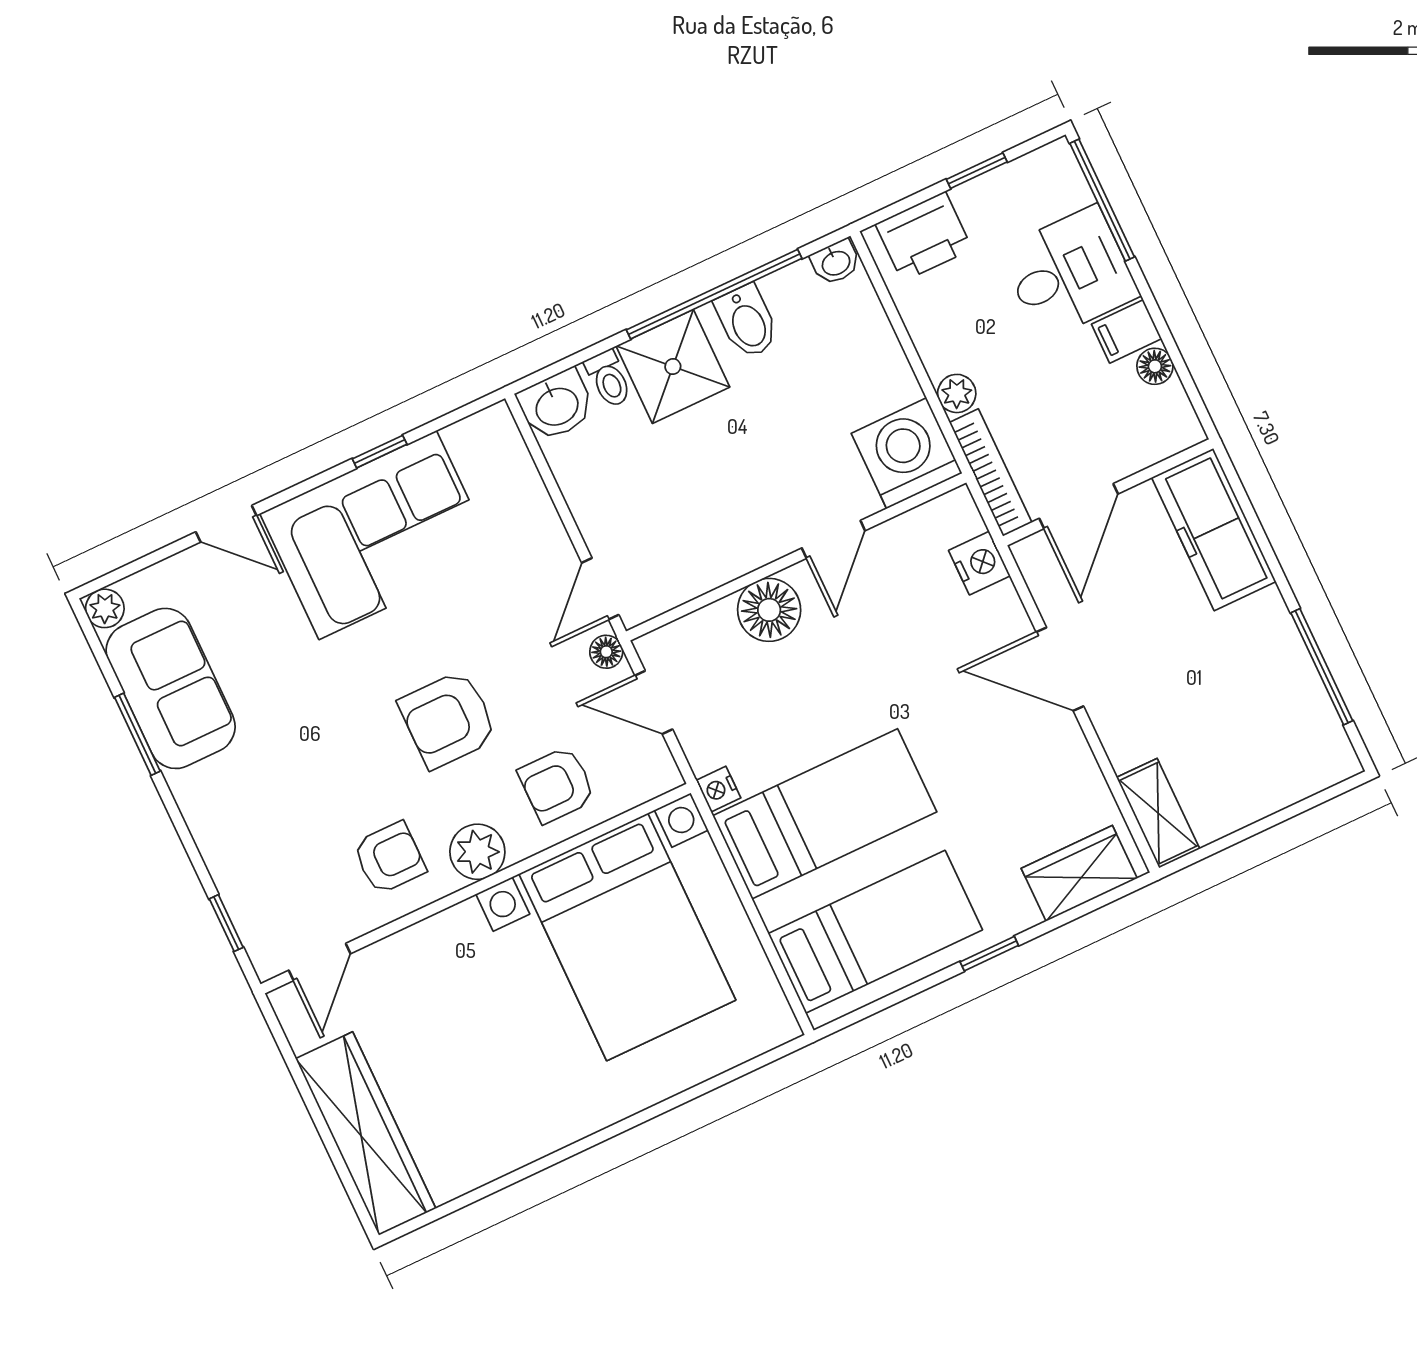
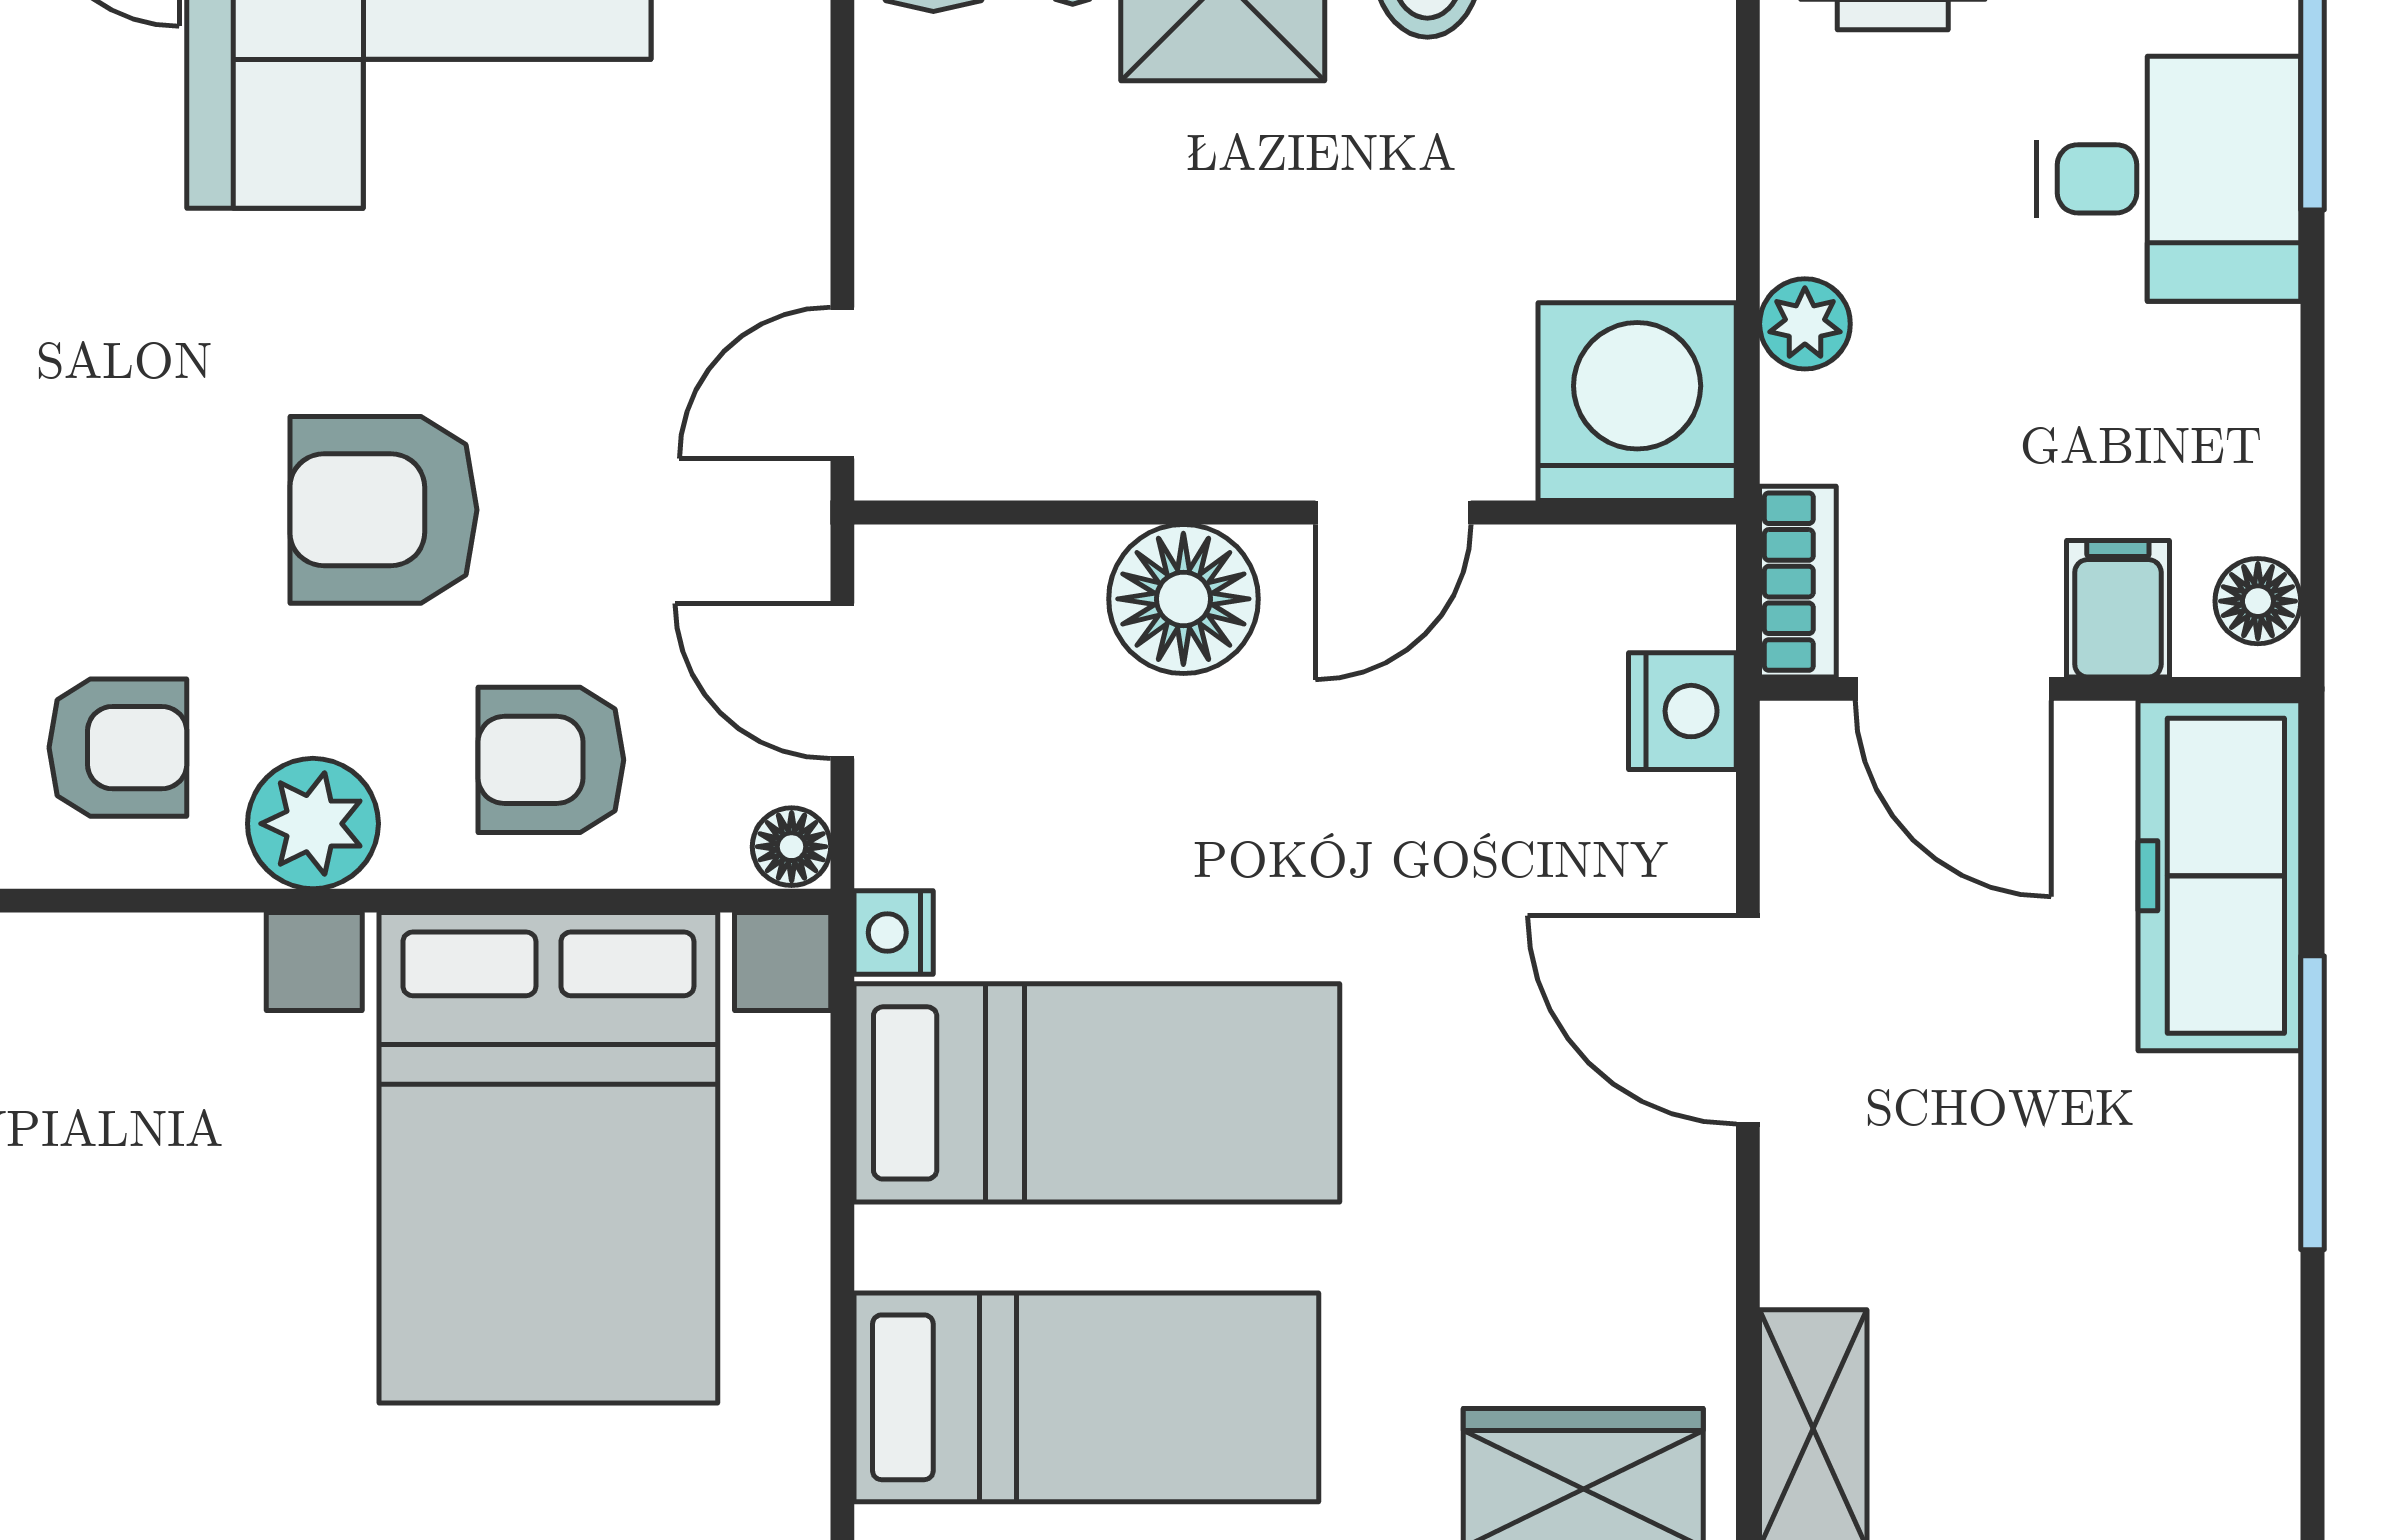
filing cabinet: (1127, 331) -> (2118, 609), moved, turned 90
floor lamp: (1155, 366) -> (2258, 601), moved
bookcase: (991, 473) -> (1798, 582), width x0.64
door: (1079, 506) -> (1953, 689), hinge flipped
floor lamp: (606, 652) -> (792, 847), moved
window: (1322, 667) -> (2312, 1103), moved

